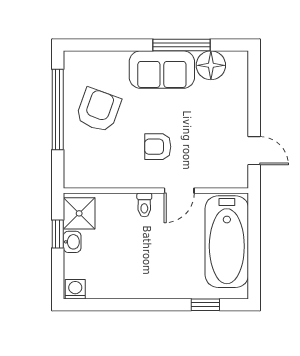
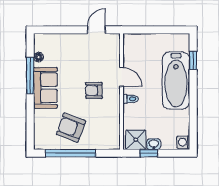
floor lamp: (211, 65) -> (39, 57), width x0.53, depth x0.53
armchair: (158, 147) -> (94, 90), turned 90
bathtub: (227, 242) -> (176, 80), moved, turned 90

